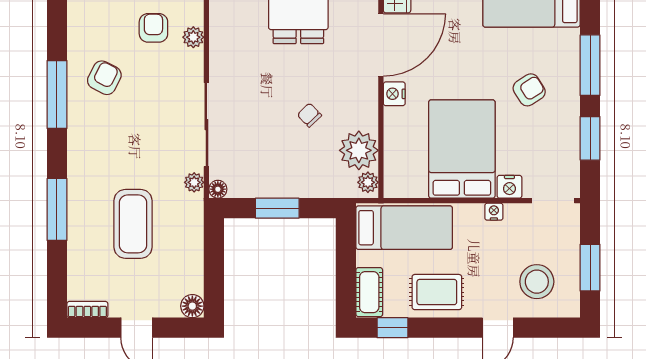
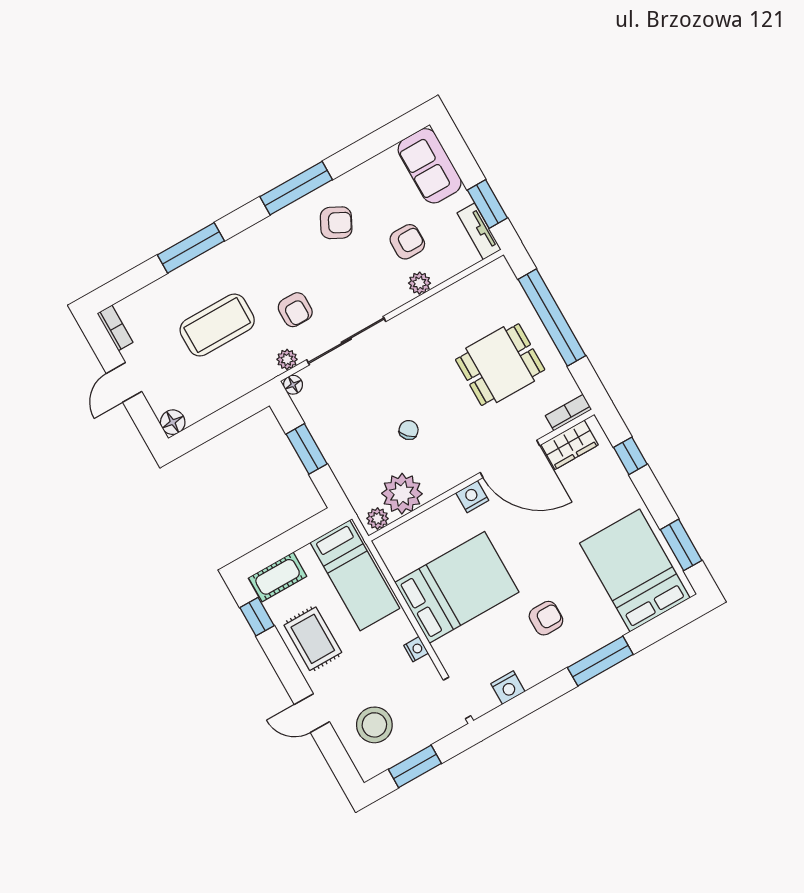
armchair: (529, 90) -> (546, 618), turned -58
window: (590, 138) -> (533, 699), removed
armchair: (157, 152) -> (295, 310), added
nightstand: (509, 187) -> (508, 688), moved, turned -90

